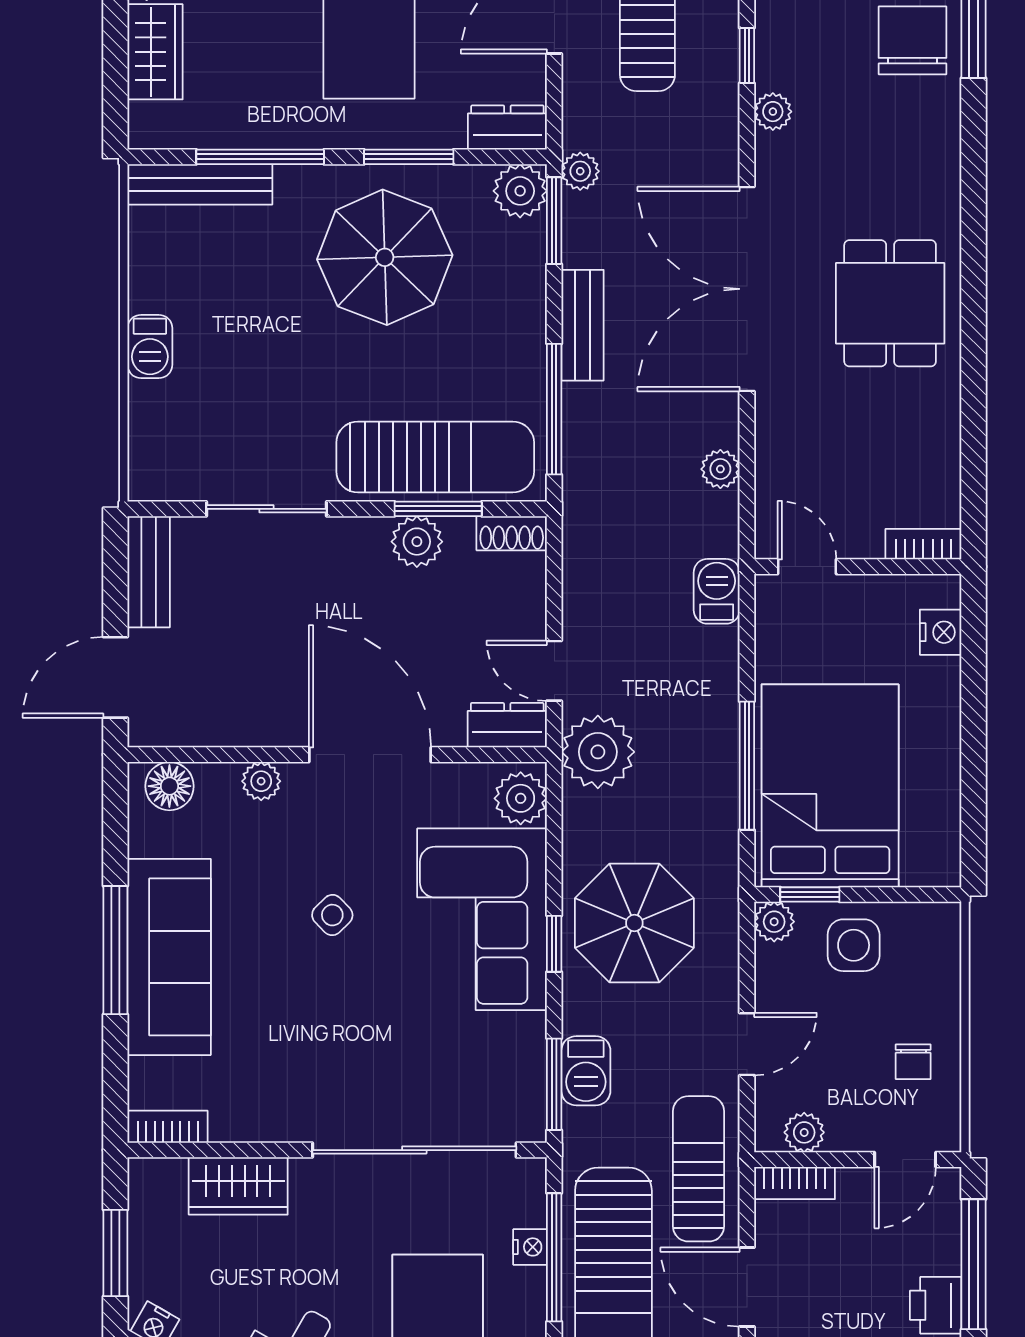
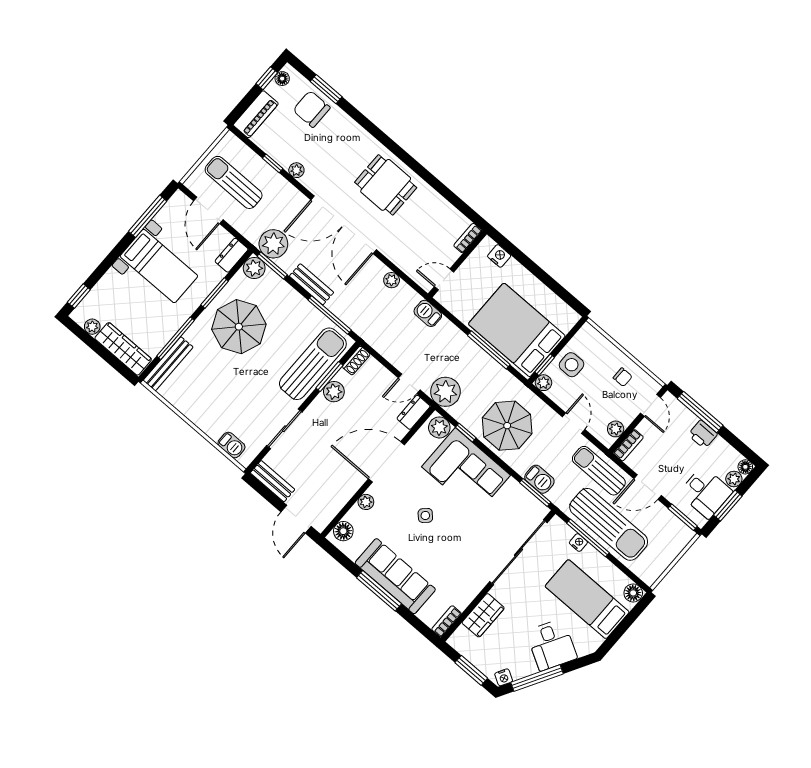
wardrobe: (155, 52) -> (123, 349), width x1.50
plant: (580, 171) -> (273, 244), width x1.88, depth x1.88
barbecue: (150, 346) -> (231, 445), moved
window: (554, 944) -> (466, 433), moved

